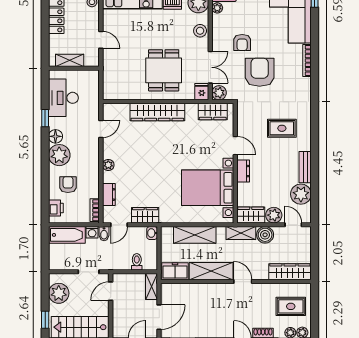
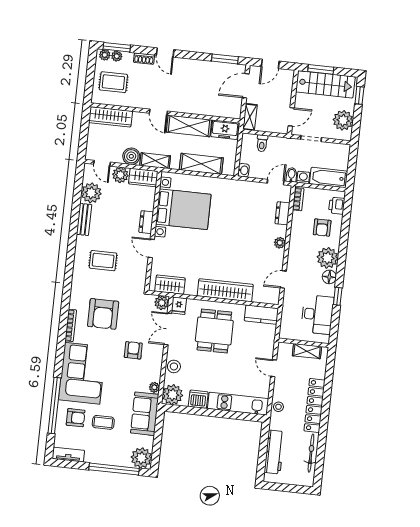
armchair: (260, 72) -> (103, 314), moved
kitchen counter: (119, 92) -> (261, 315), added
wardrobe: (145, 215) -> (249, 189), removed

